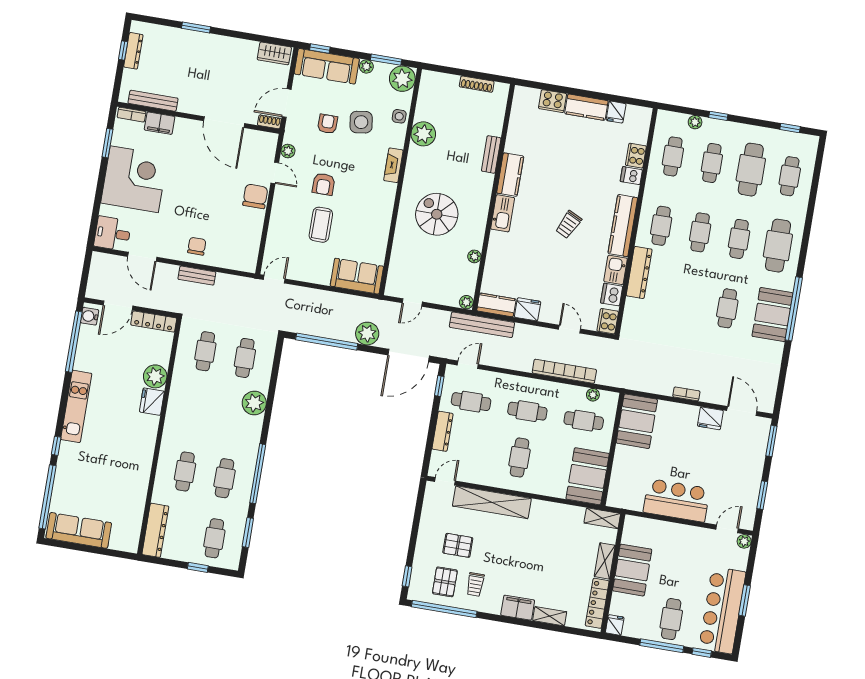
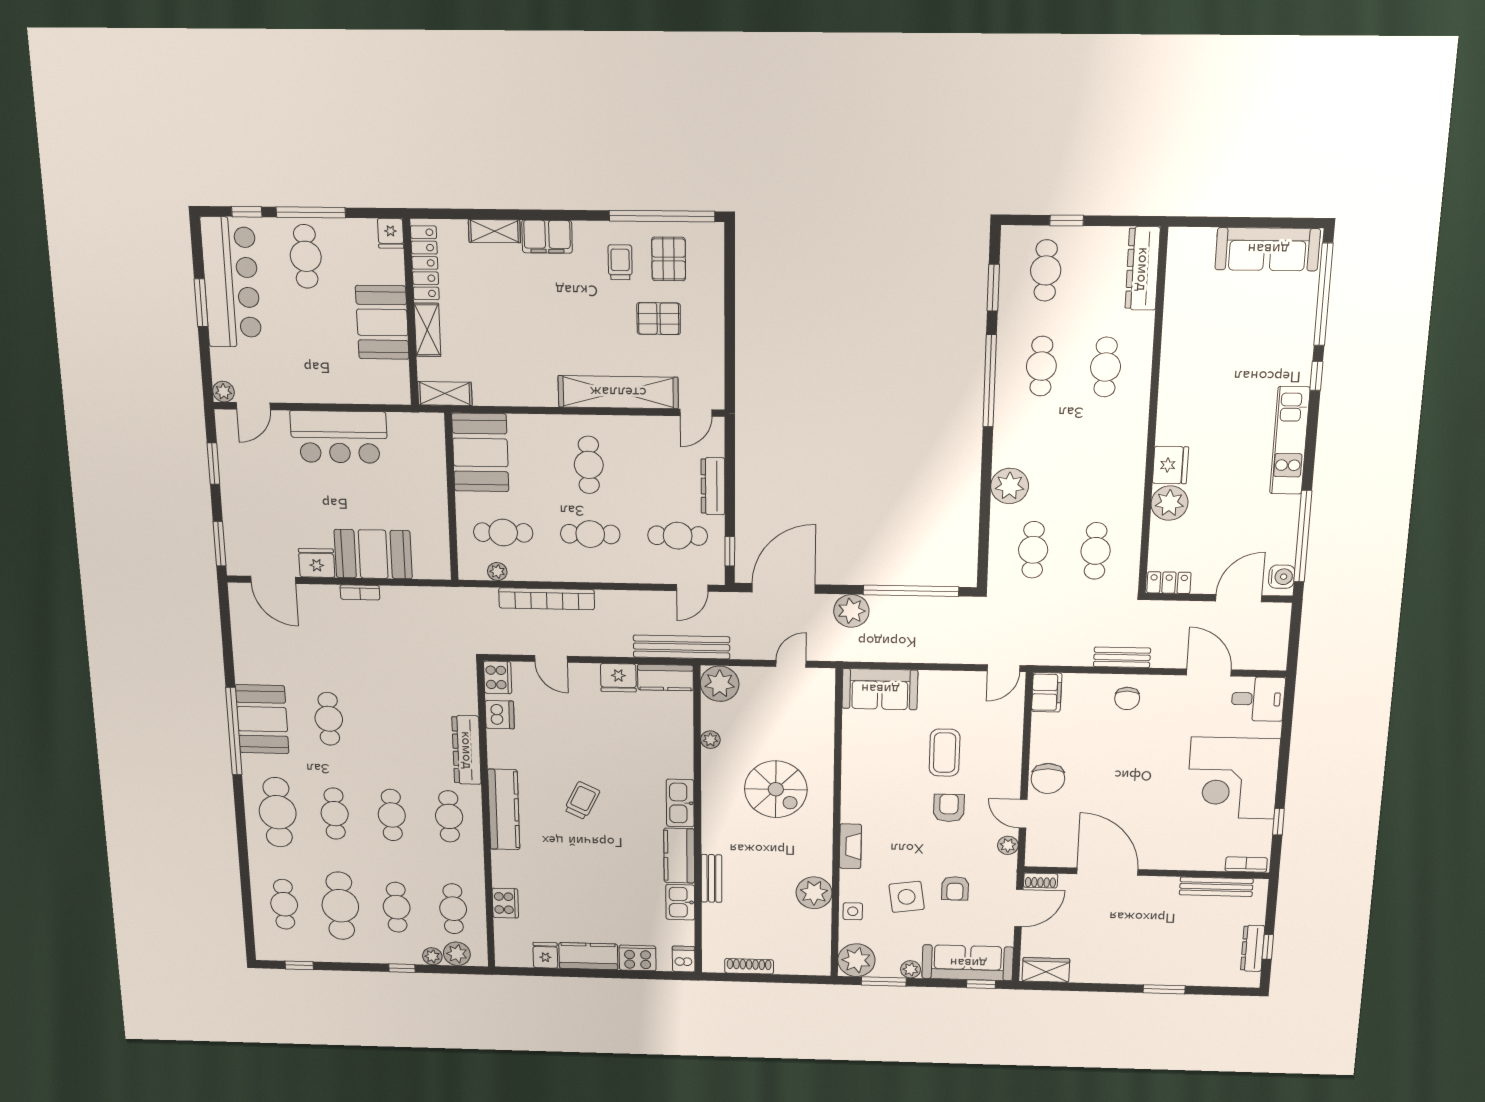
plant: (677, 122) -> (457, 954), added
filing cabinet: (160, 123) -> (1047, 692), moved, turned 90
window: (107, 143) -> (1278, 822), width x0.67
dishwasher: (631, 176) -> (684, 959), moved, turned -90
kitchen sink: (616, 270) -> (680, 902), moved, turned 180
plant: (466, 302) -> (720, 684), width x1.88, depth x1.88
locker: (154, 321) -> (1169, 583), width x0.66
booth: (637, 421) -> (373, 554), moved, turned 90
window: (407, 576) -> (730, 258), removed

